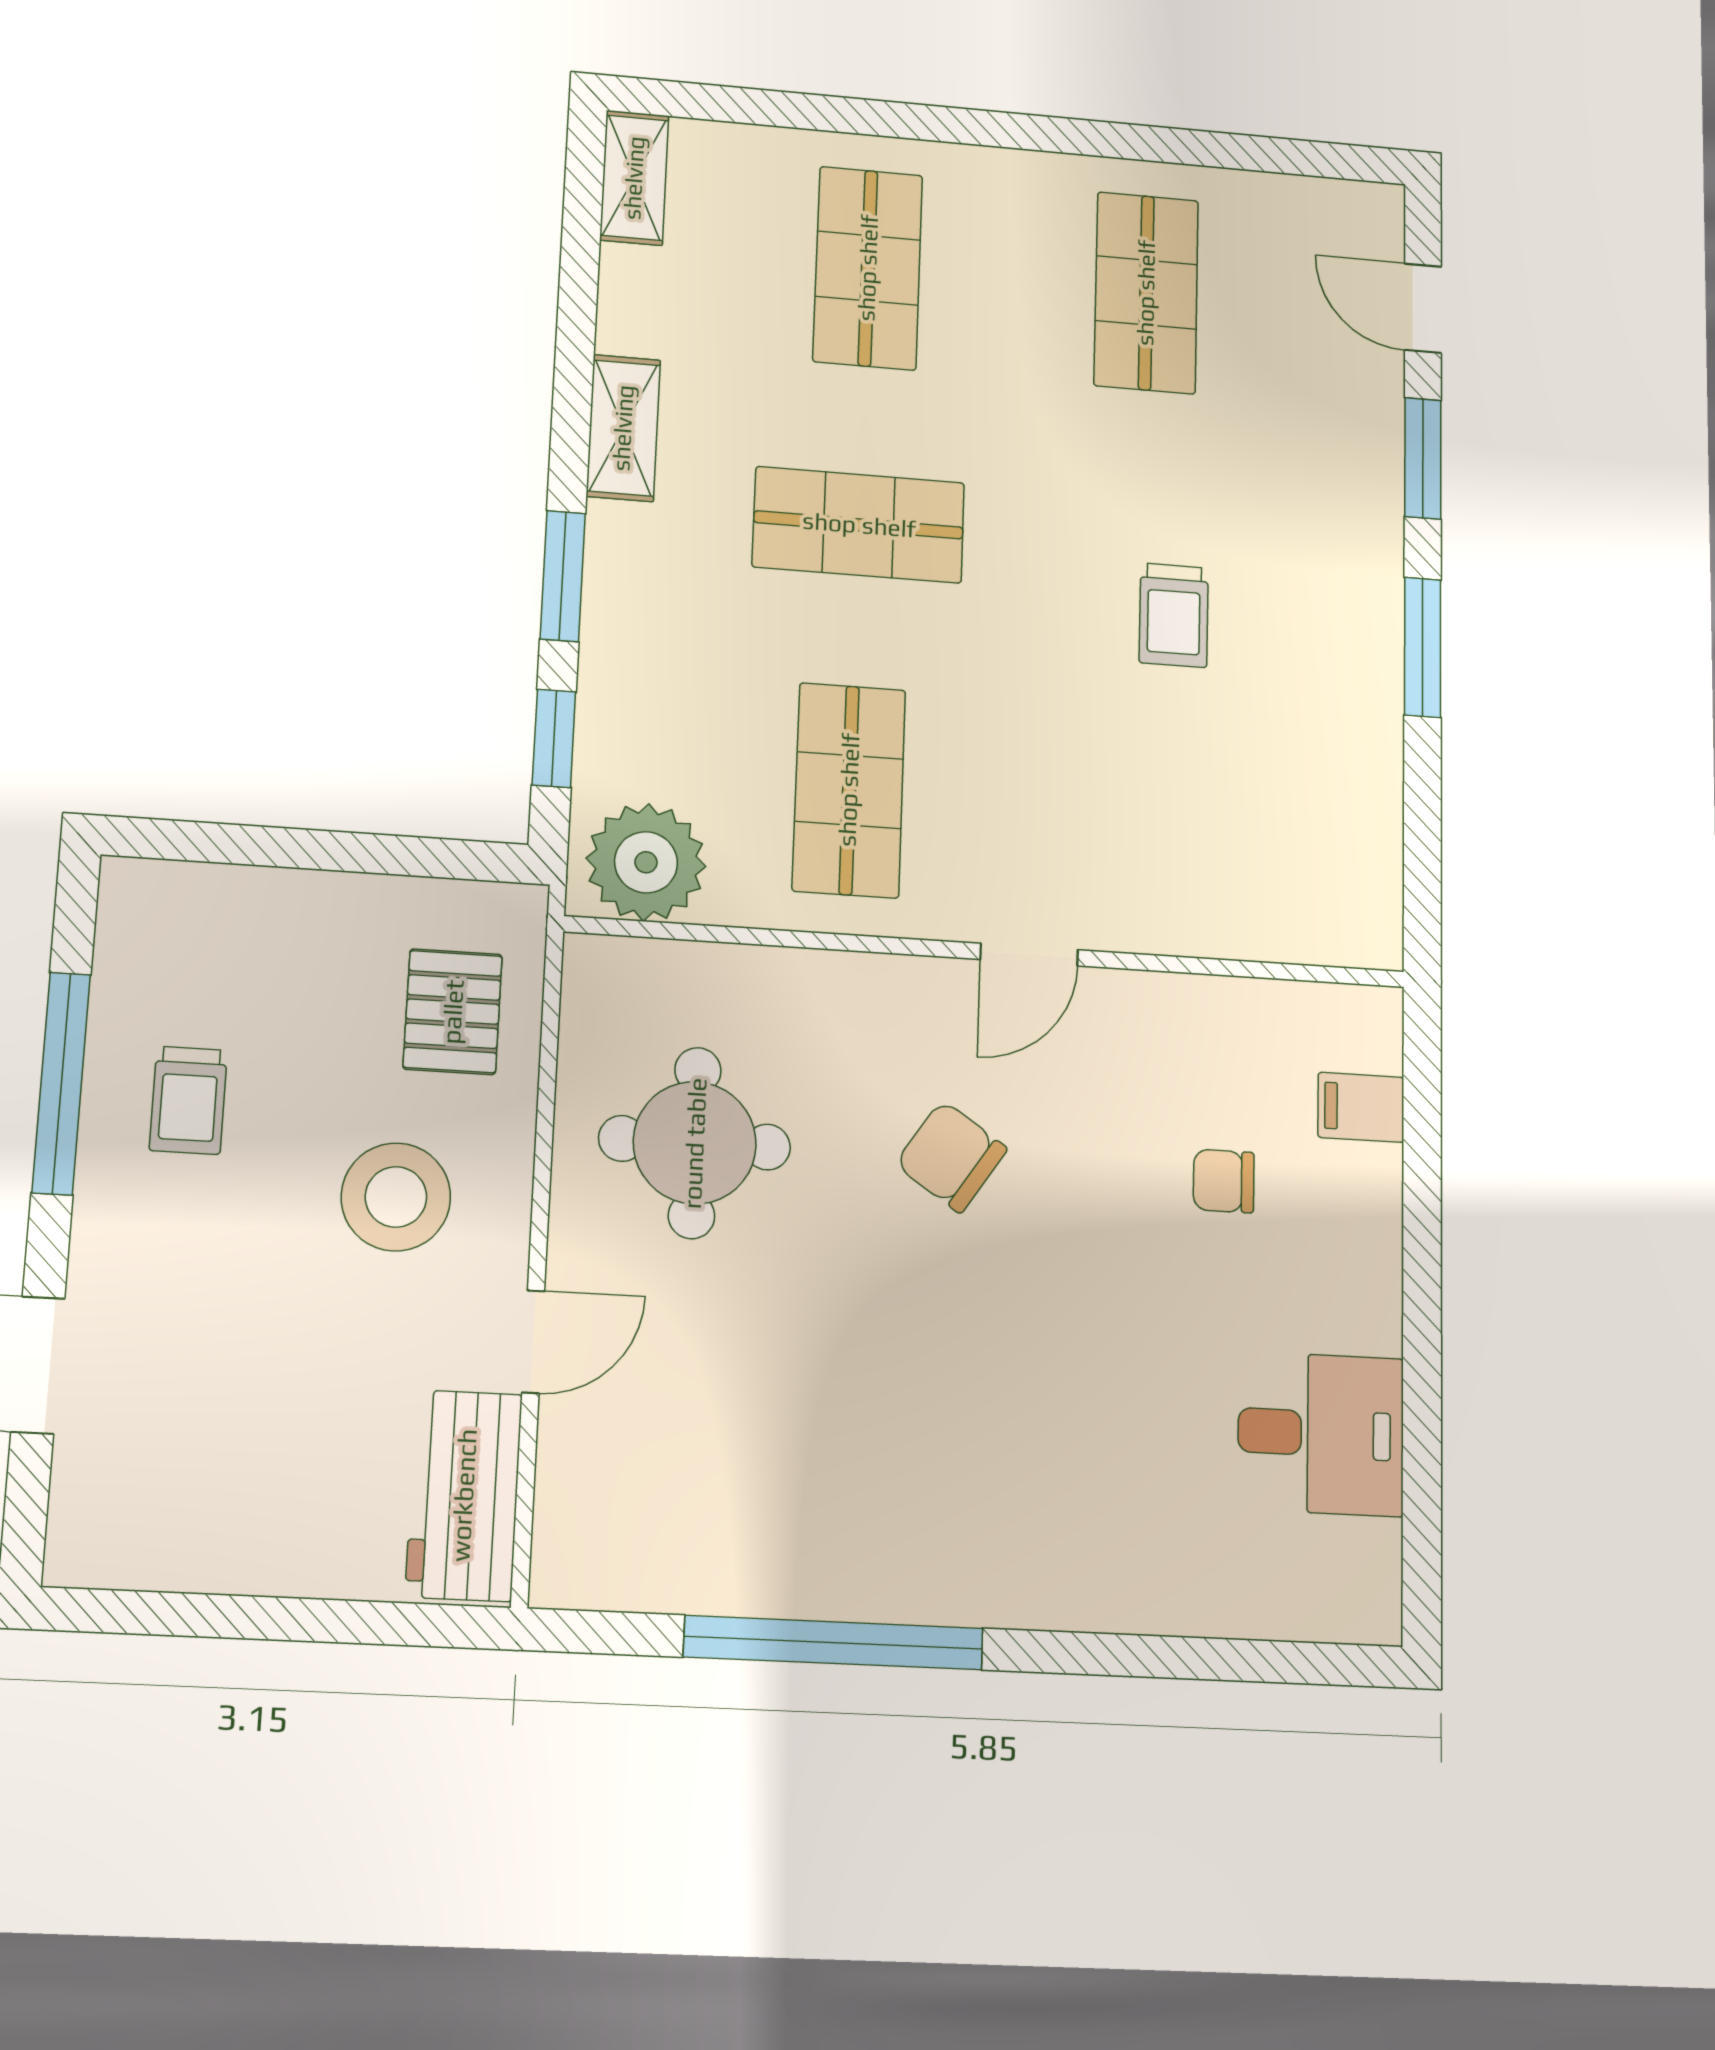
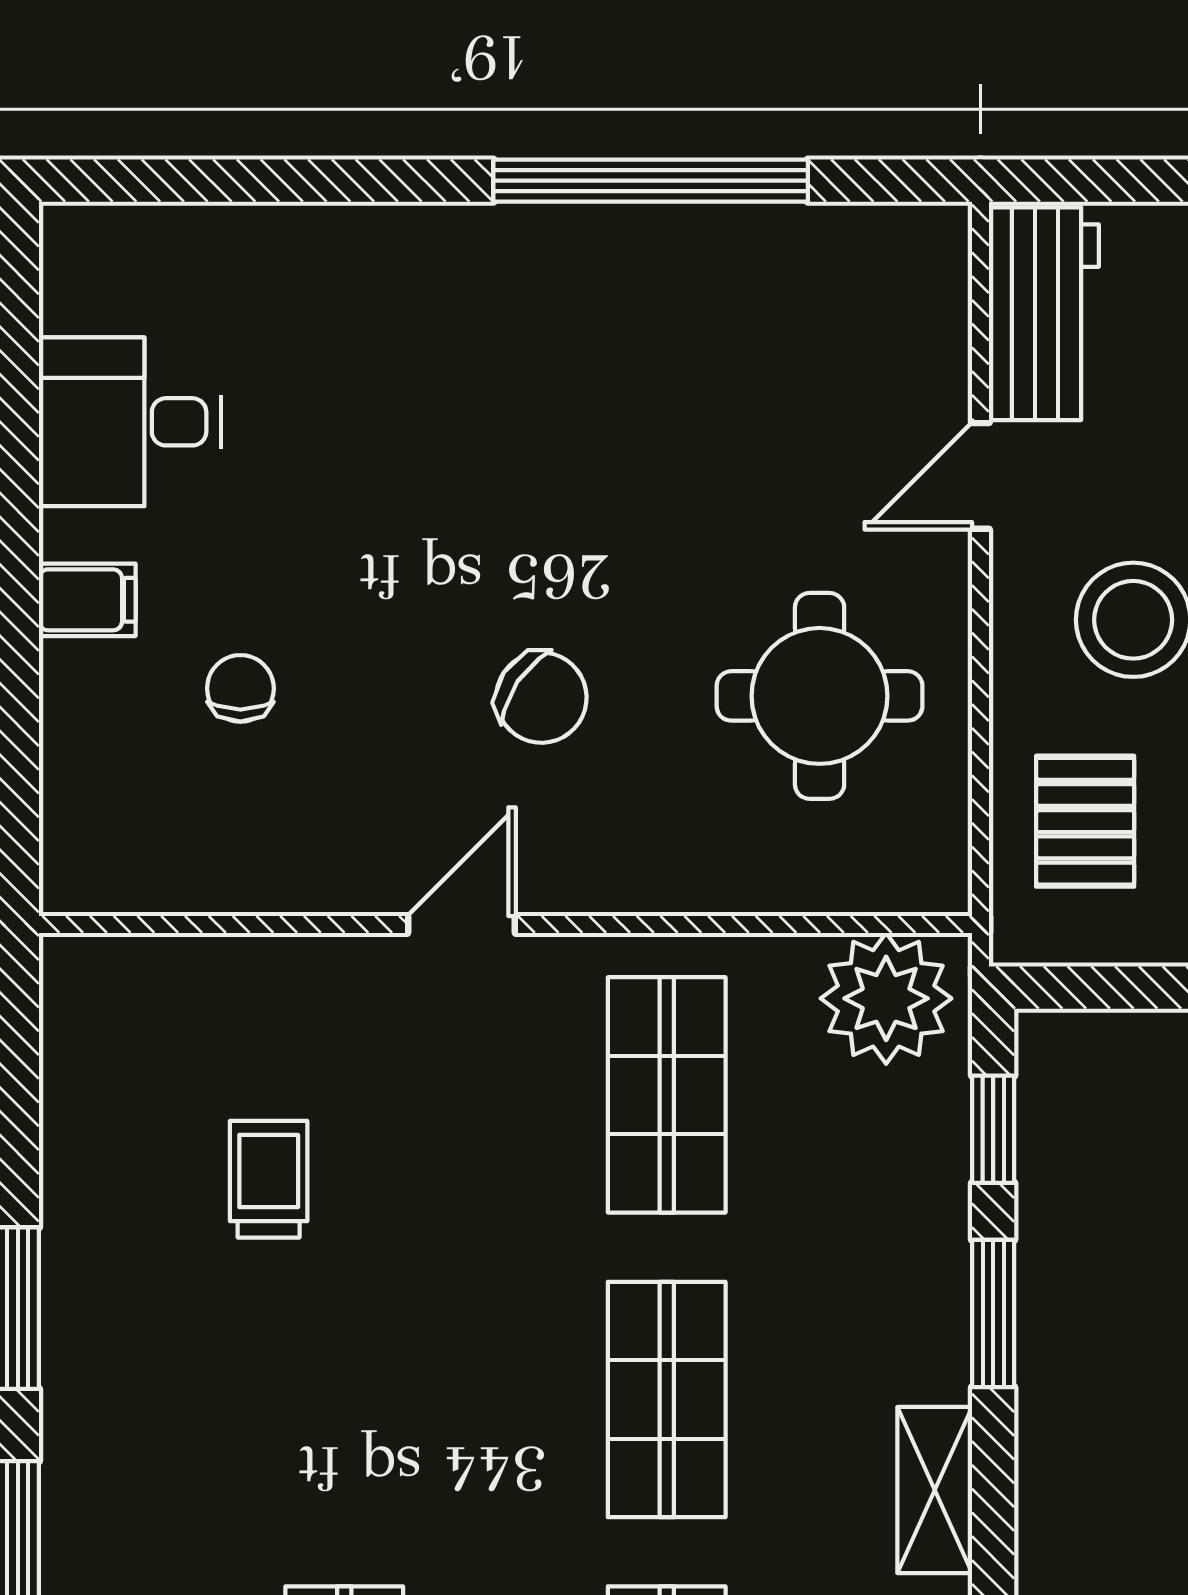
shop shelf: (859, 525) -> (667, 1399), turned 90
trolley: (1174, 615) -> (269, 1179), moved
filing cabinet: (1361, 1107) -> (87, 600), moved
chair: (1224, 1181) -> (240, 688), turned -90

